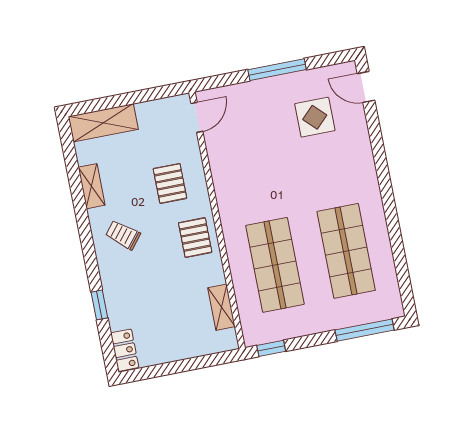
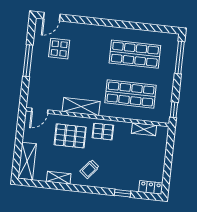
door: (197, 117) -> (40, 111), swing flipped
pallet: (170, 183) -> (70, 136), width x1.50, depth x1.42
shelving: (227, 186) -> (81, 107), added

